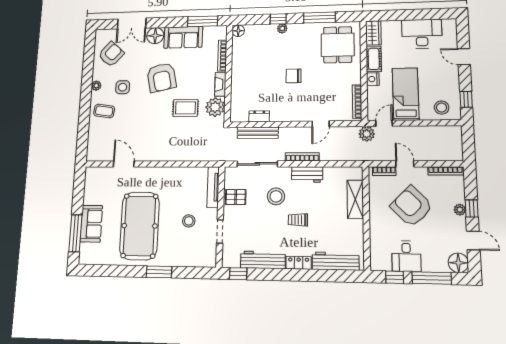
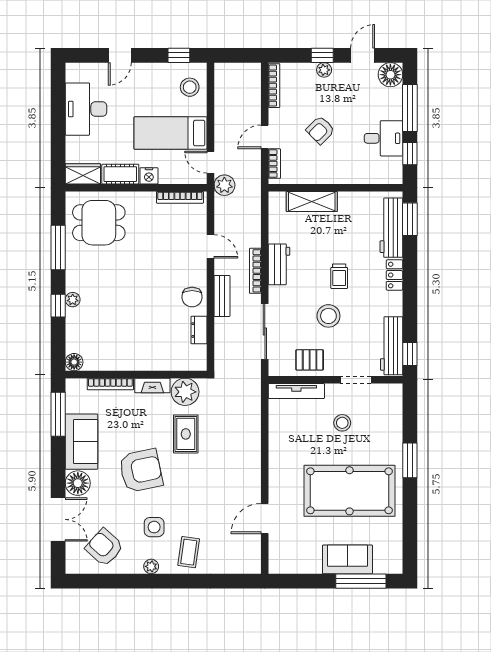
chair: (294, 76) -> (192, 297), moved
bench: (258, 133) -> (222, 296), moved, width x0.73
stool: (276, 196) -> (328, 316), moved
pallet: (236, 197) -> (310, 360), turned 90
armchair: (411, 206) -> (320, 130), width x0.53, depth x0.53
workbench: (263, 260) -> (392, 346), moved
window: (342, 276) -> (410, 219), added

